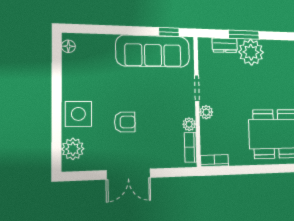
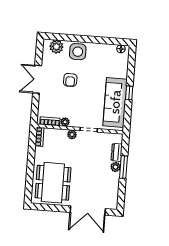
window: (169, 32) -> (129, 93), moved
plant: (251, 52) -> (116, 167), width x0.53, depth x0.53

